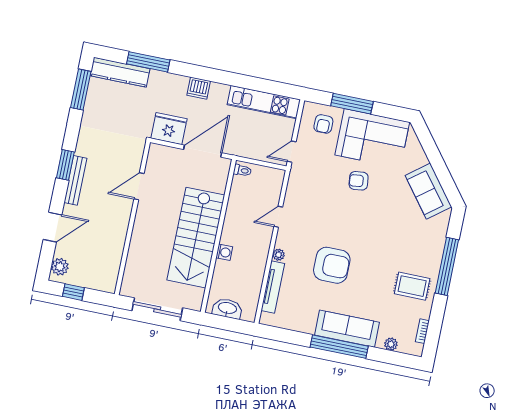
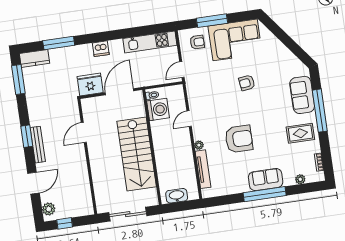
kitchen counter: (120, 72) -> (35, 58), width x0.67
armchair: (323, 124) -> (197, 42), turned -90
armchair: (359, 181) -> (247, 83), moved
sofa: (428, 191) -> (302, 95), moved, turned 38
washing machine: (224, 252) -> (158, 109), moved, width x1.89, depth x1.89
sofa: (347, 329) -> (266, 180), width x0.73

